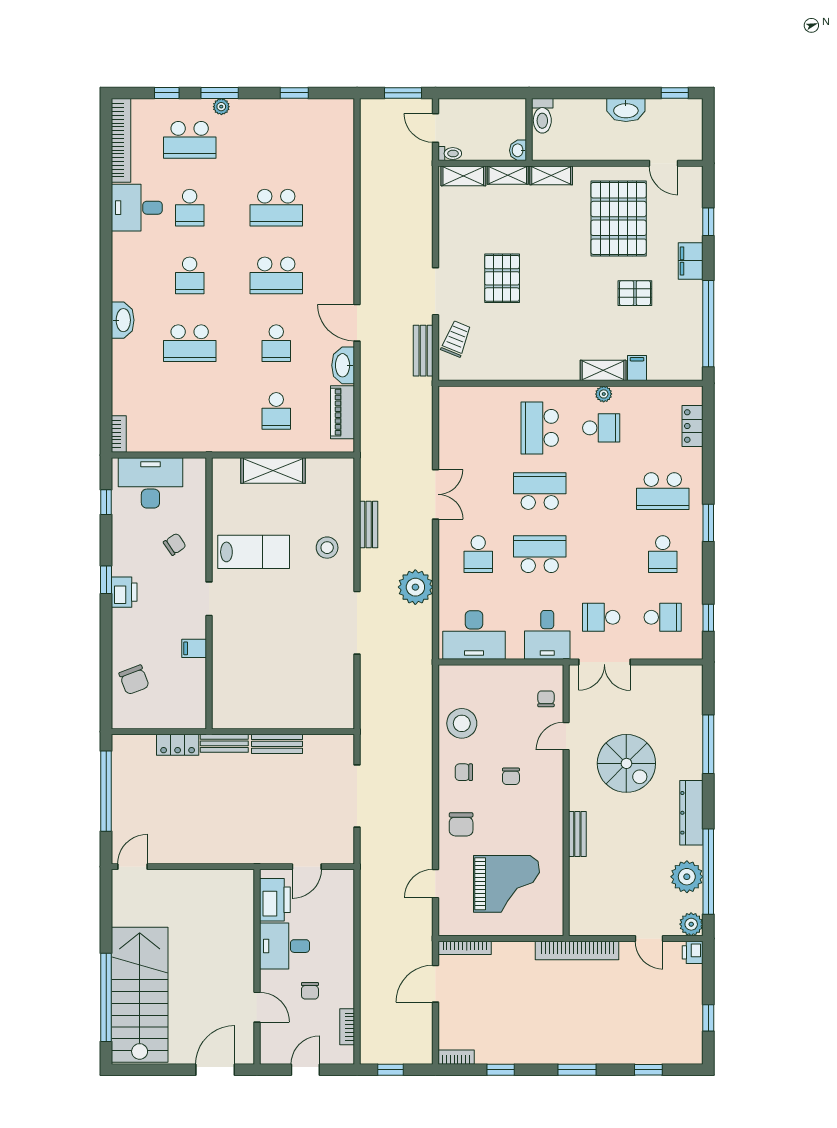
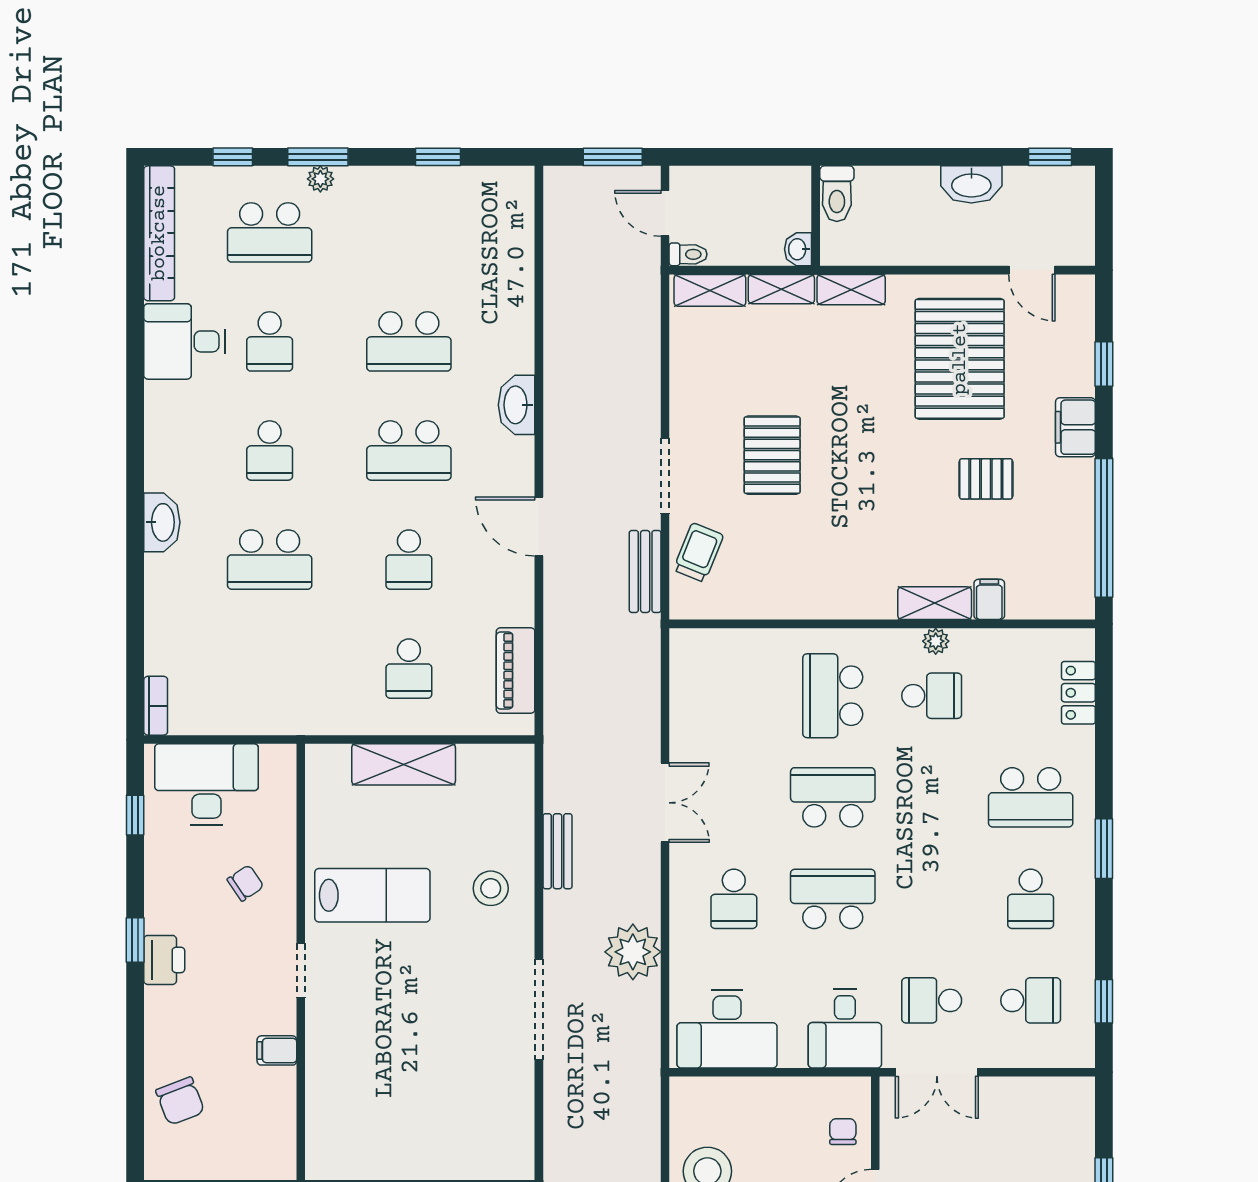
washbasin: (343, 365) -> (517, 405), moved

